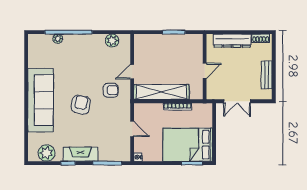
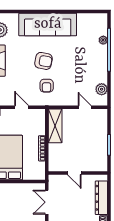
door: (132, 72) -> (85, 107), moved
armchair: (111, 90) -> (47, 86), moved
shelving: (161, 92) -> (55, 126), width x0.68
door: (132, 129) -> (22, 107), swing flipped

